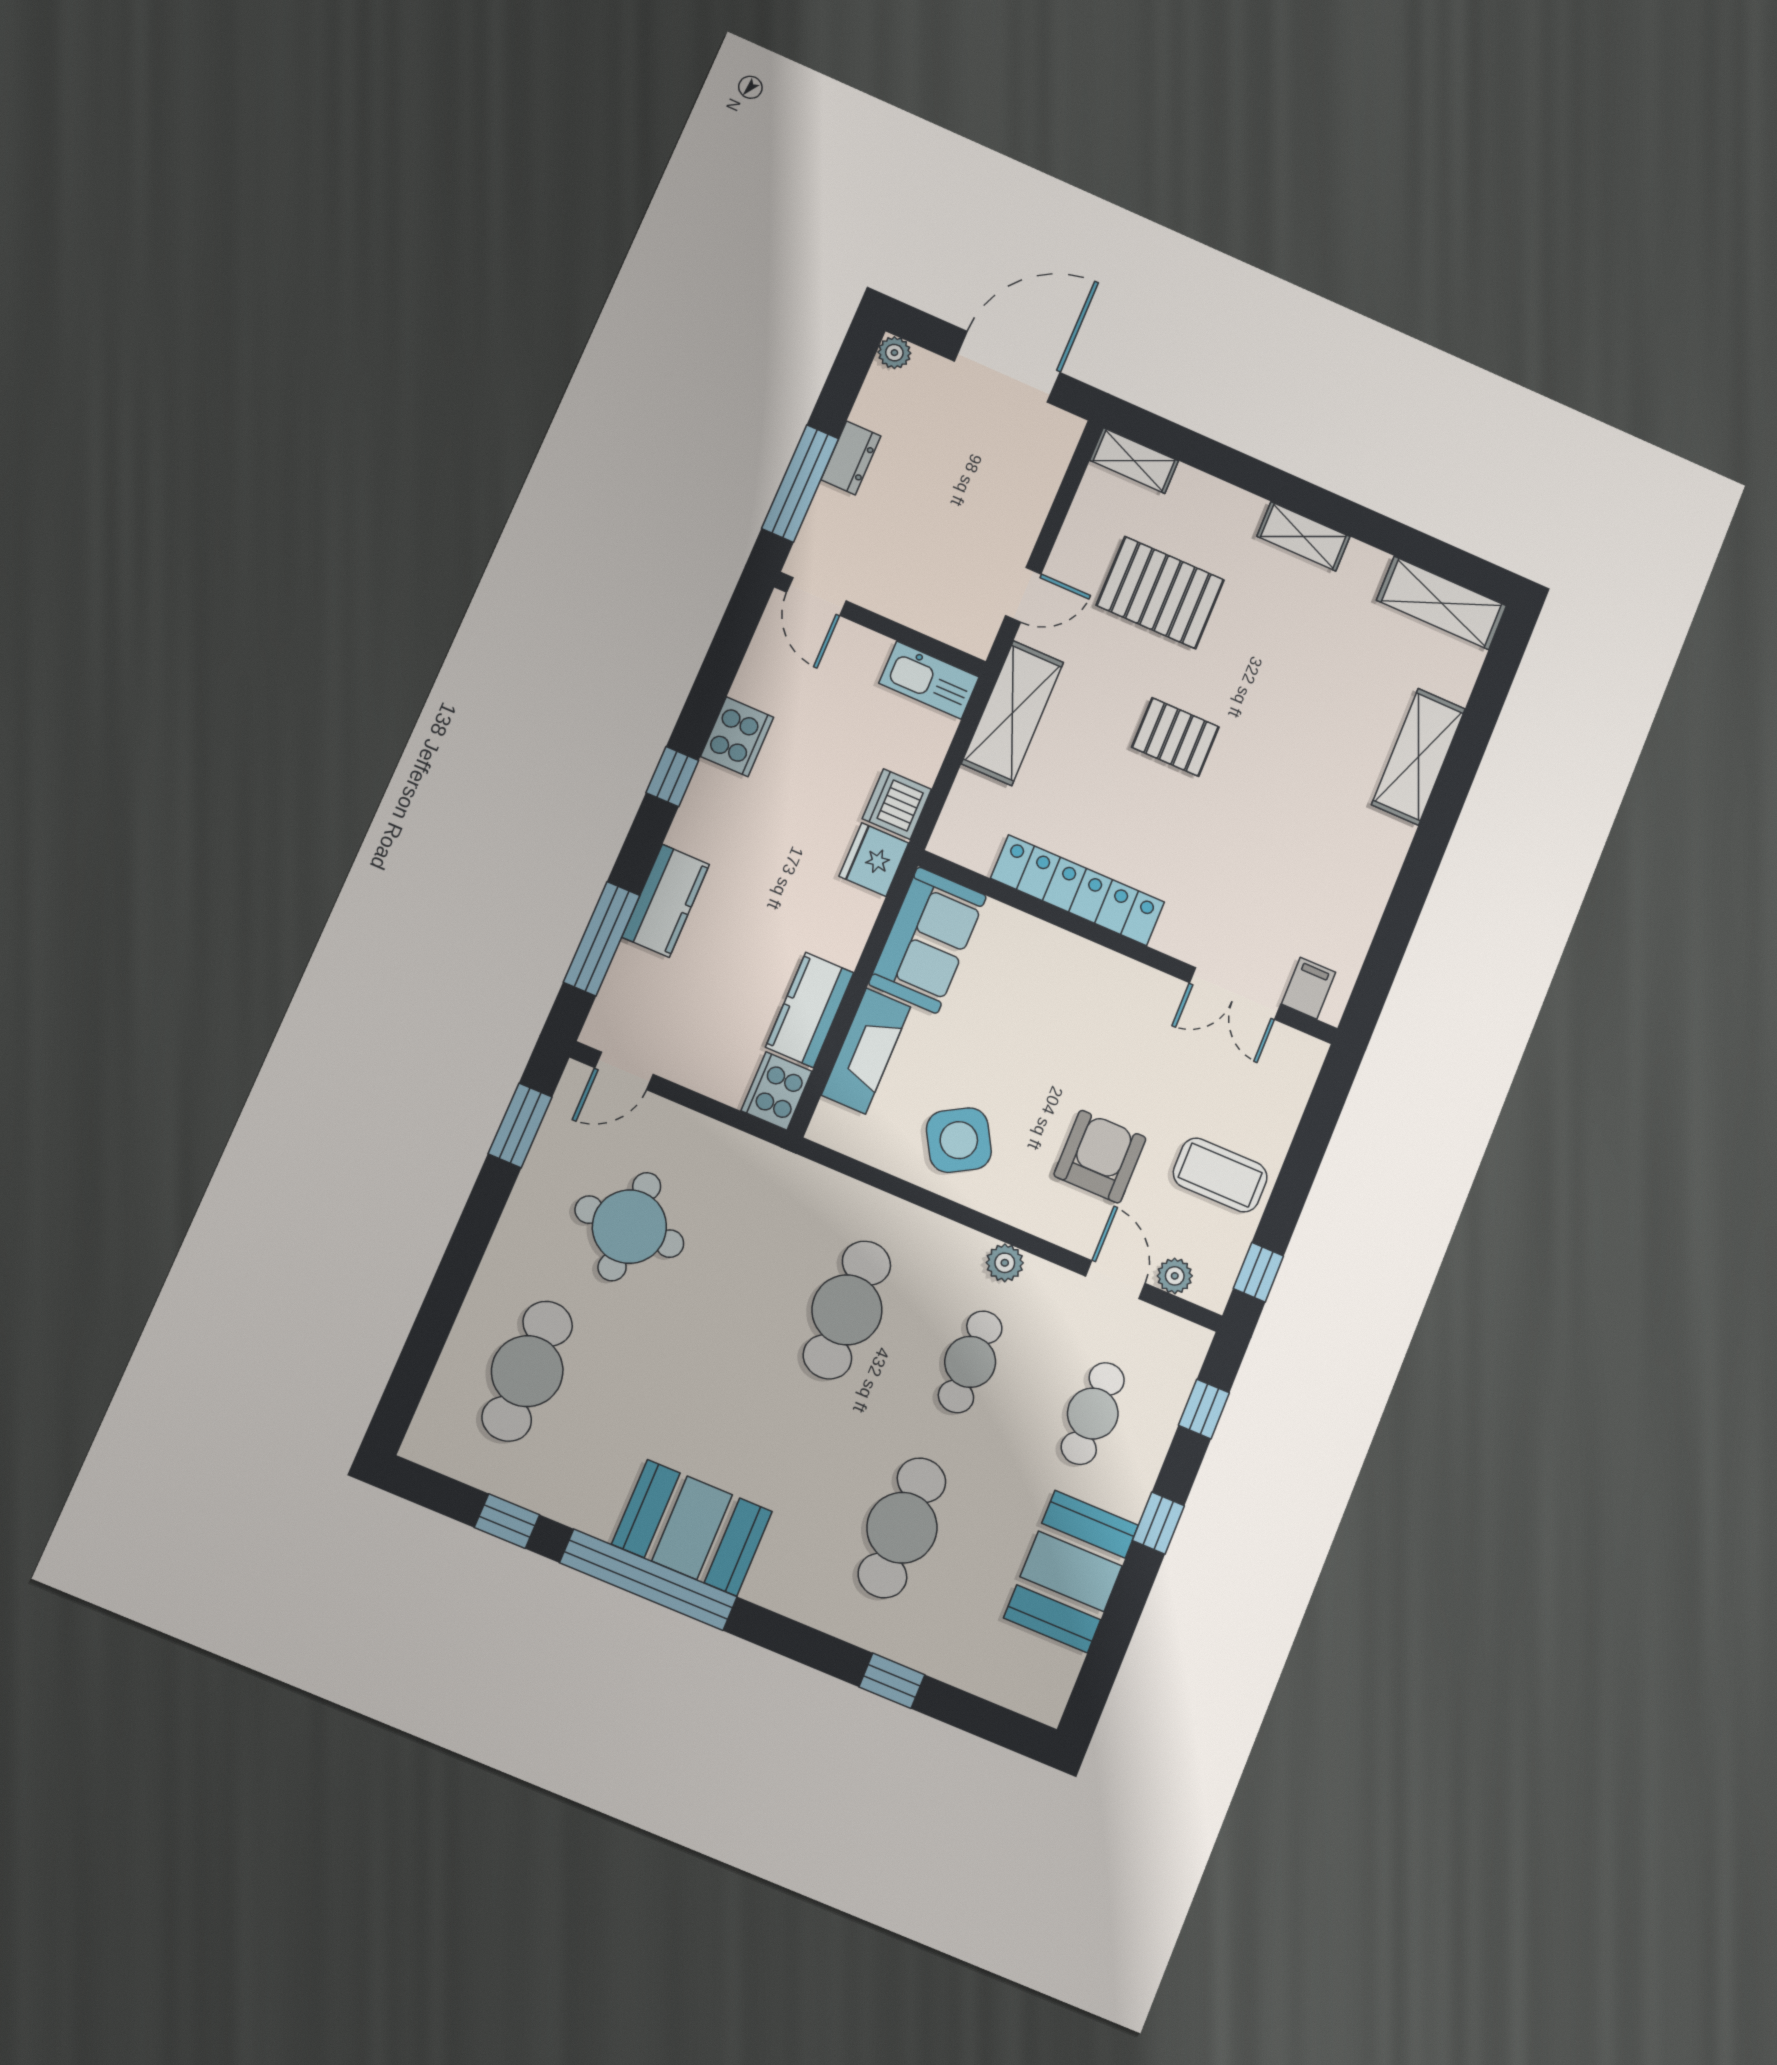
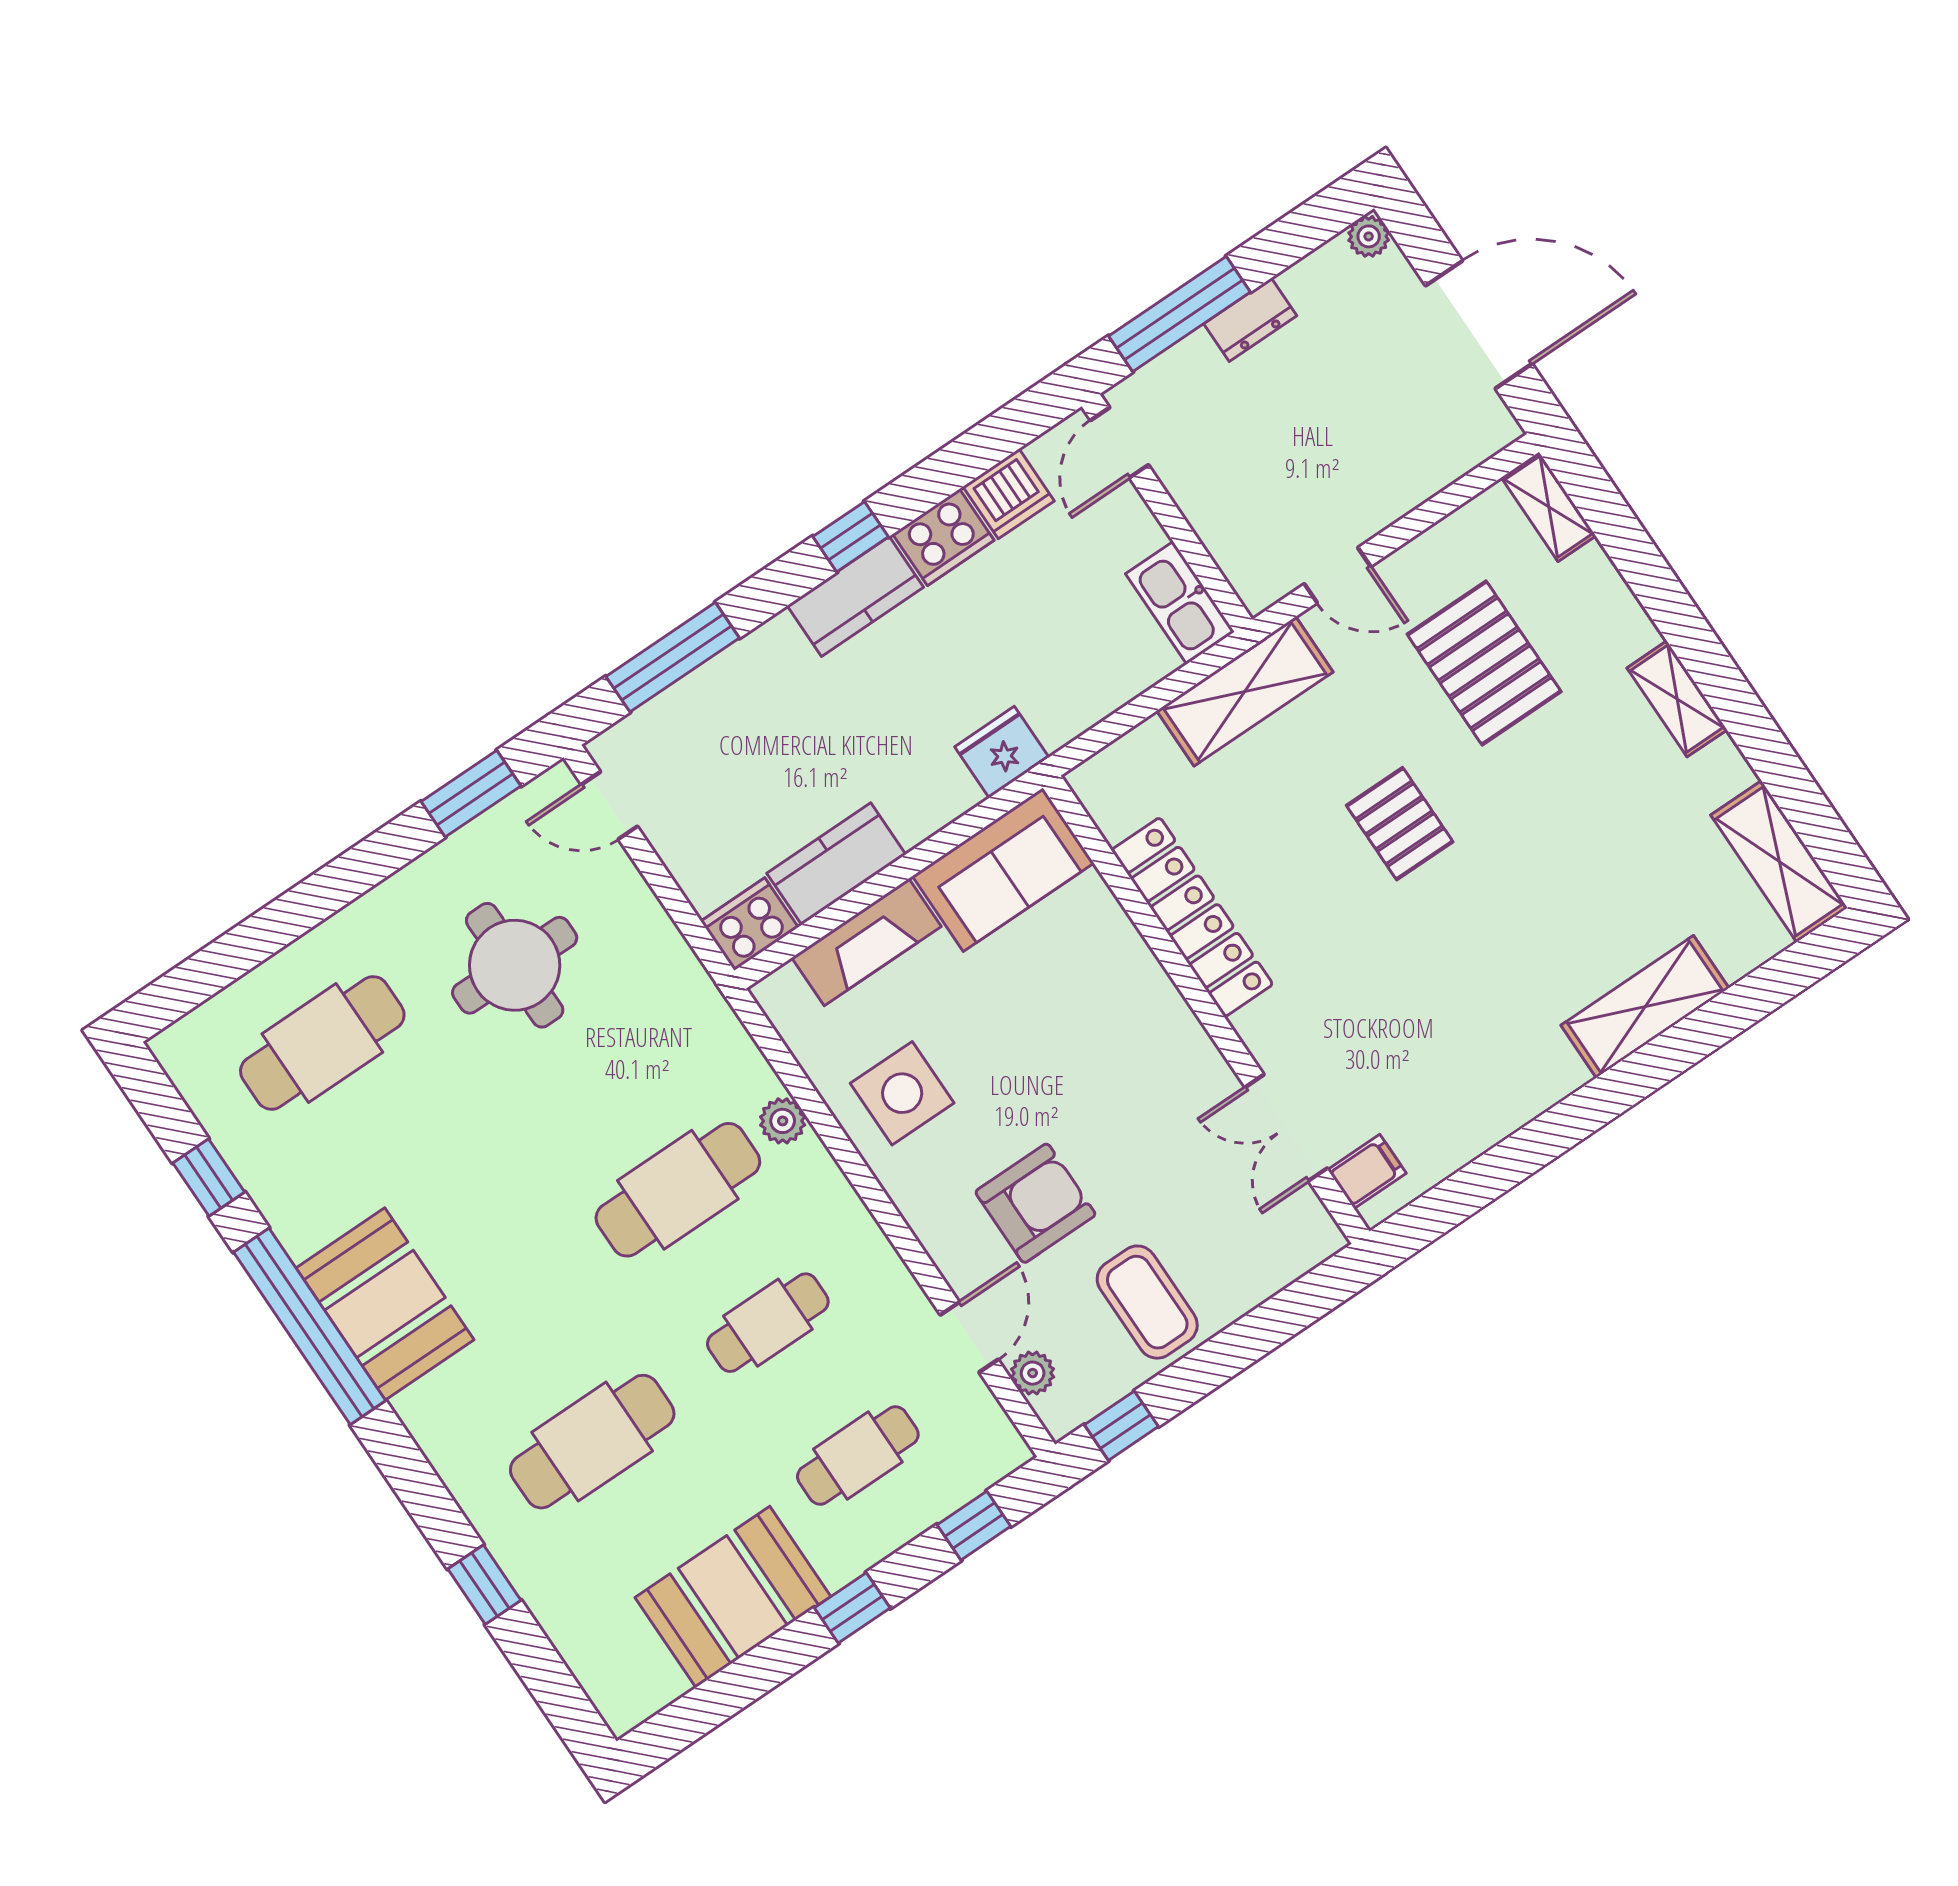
dishwasher: (897, 804) -> (1009, 494), moved, turned 180
kitchen counter: (666, 901) -> (855, 597), moved
side table: (959, 1140) -> (902, 1093), turned 30
plant: (1005, 1263) -> (783, 1121), moved

